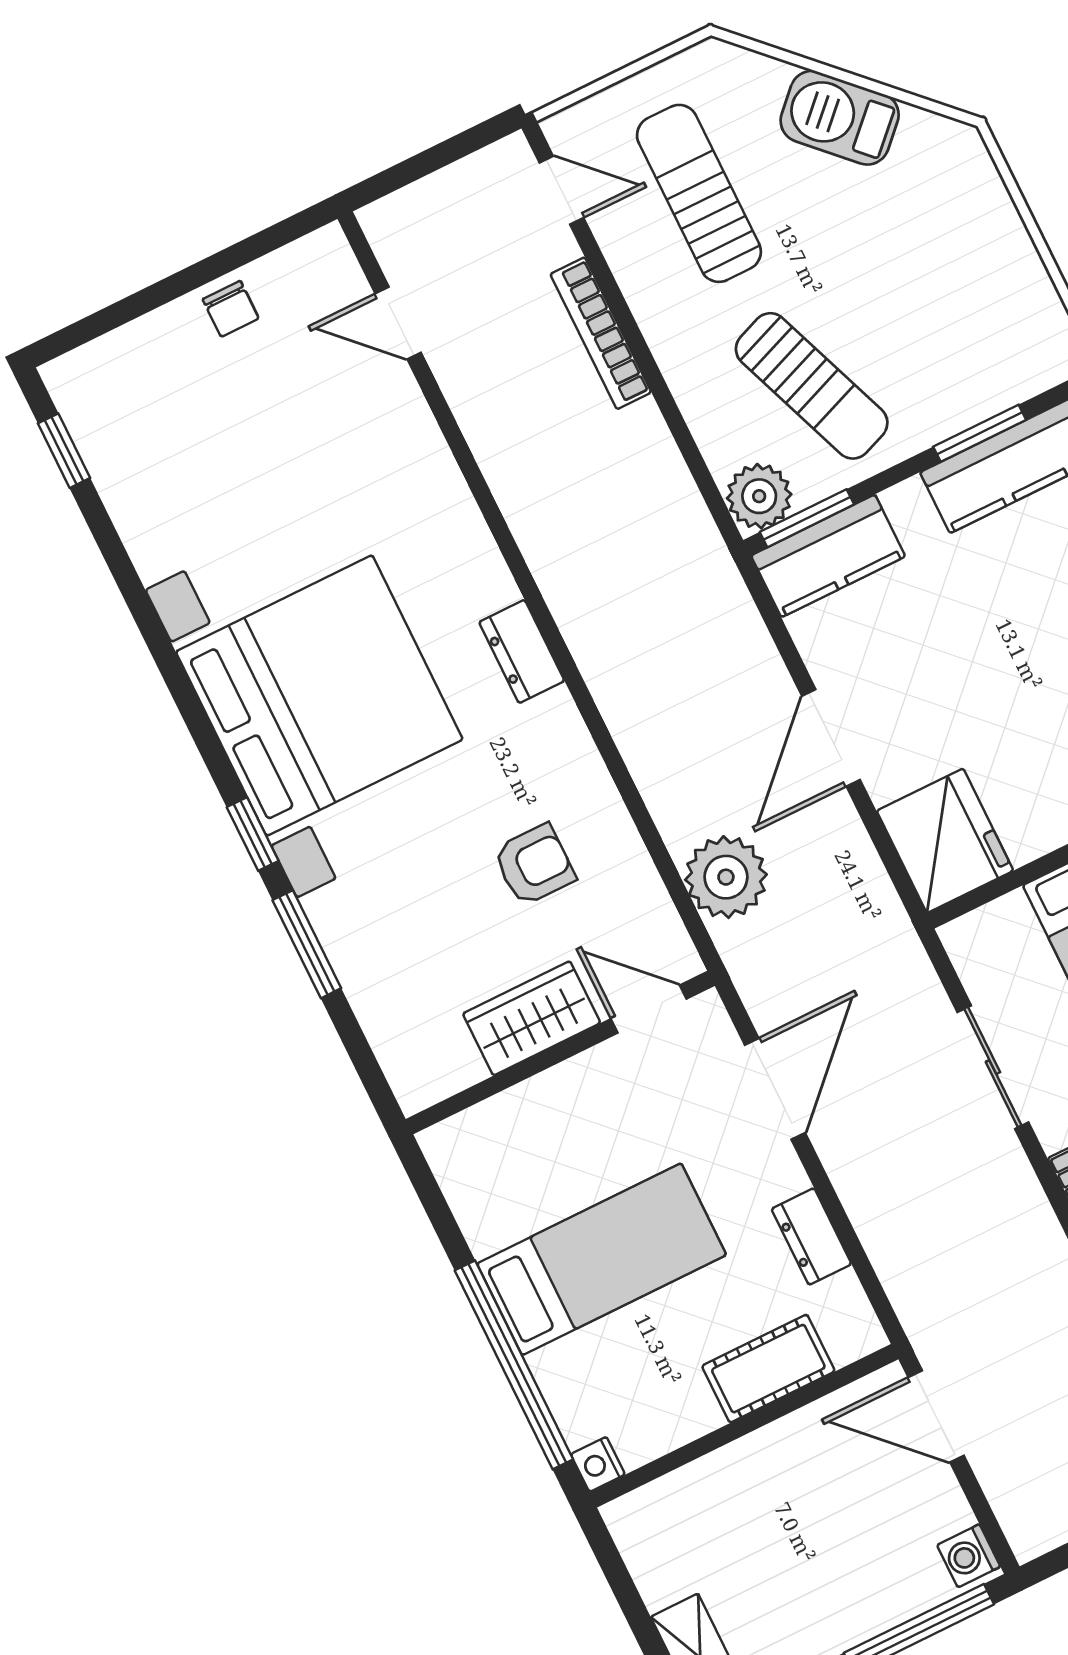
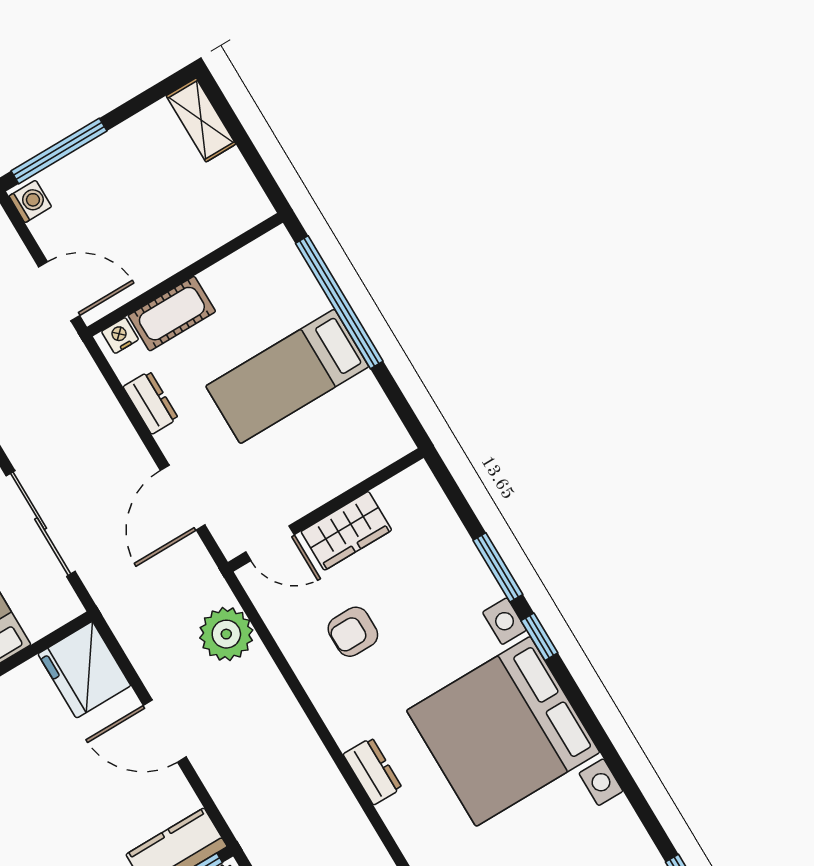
door: (831, 738) -> (165, 731), swing flipped
sliding door: (993, 1067) -> (41, 524), width x1.37
nightstand: (598, 1464) -> (120, 335), moved, turned -90

